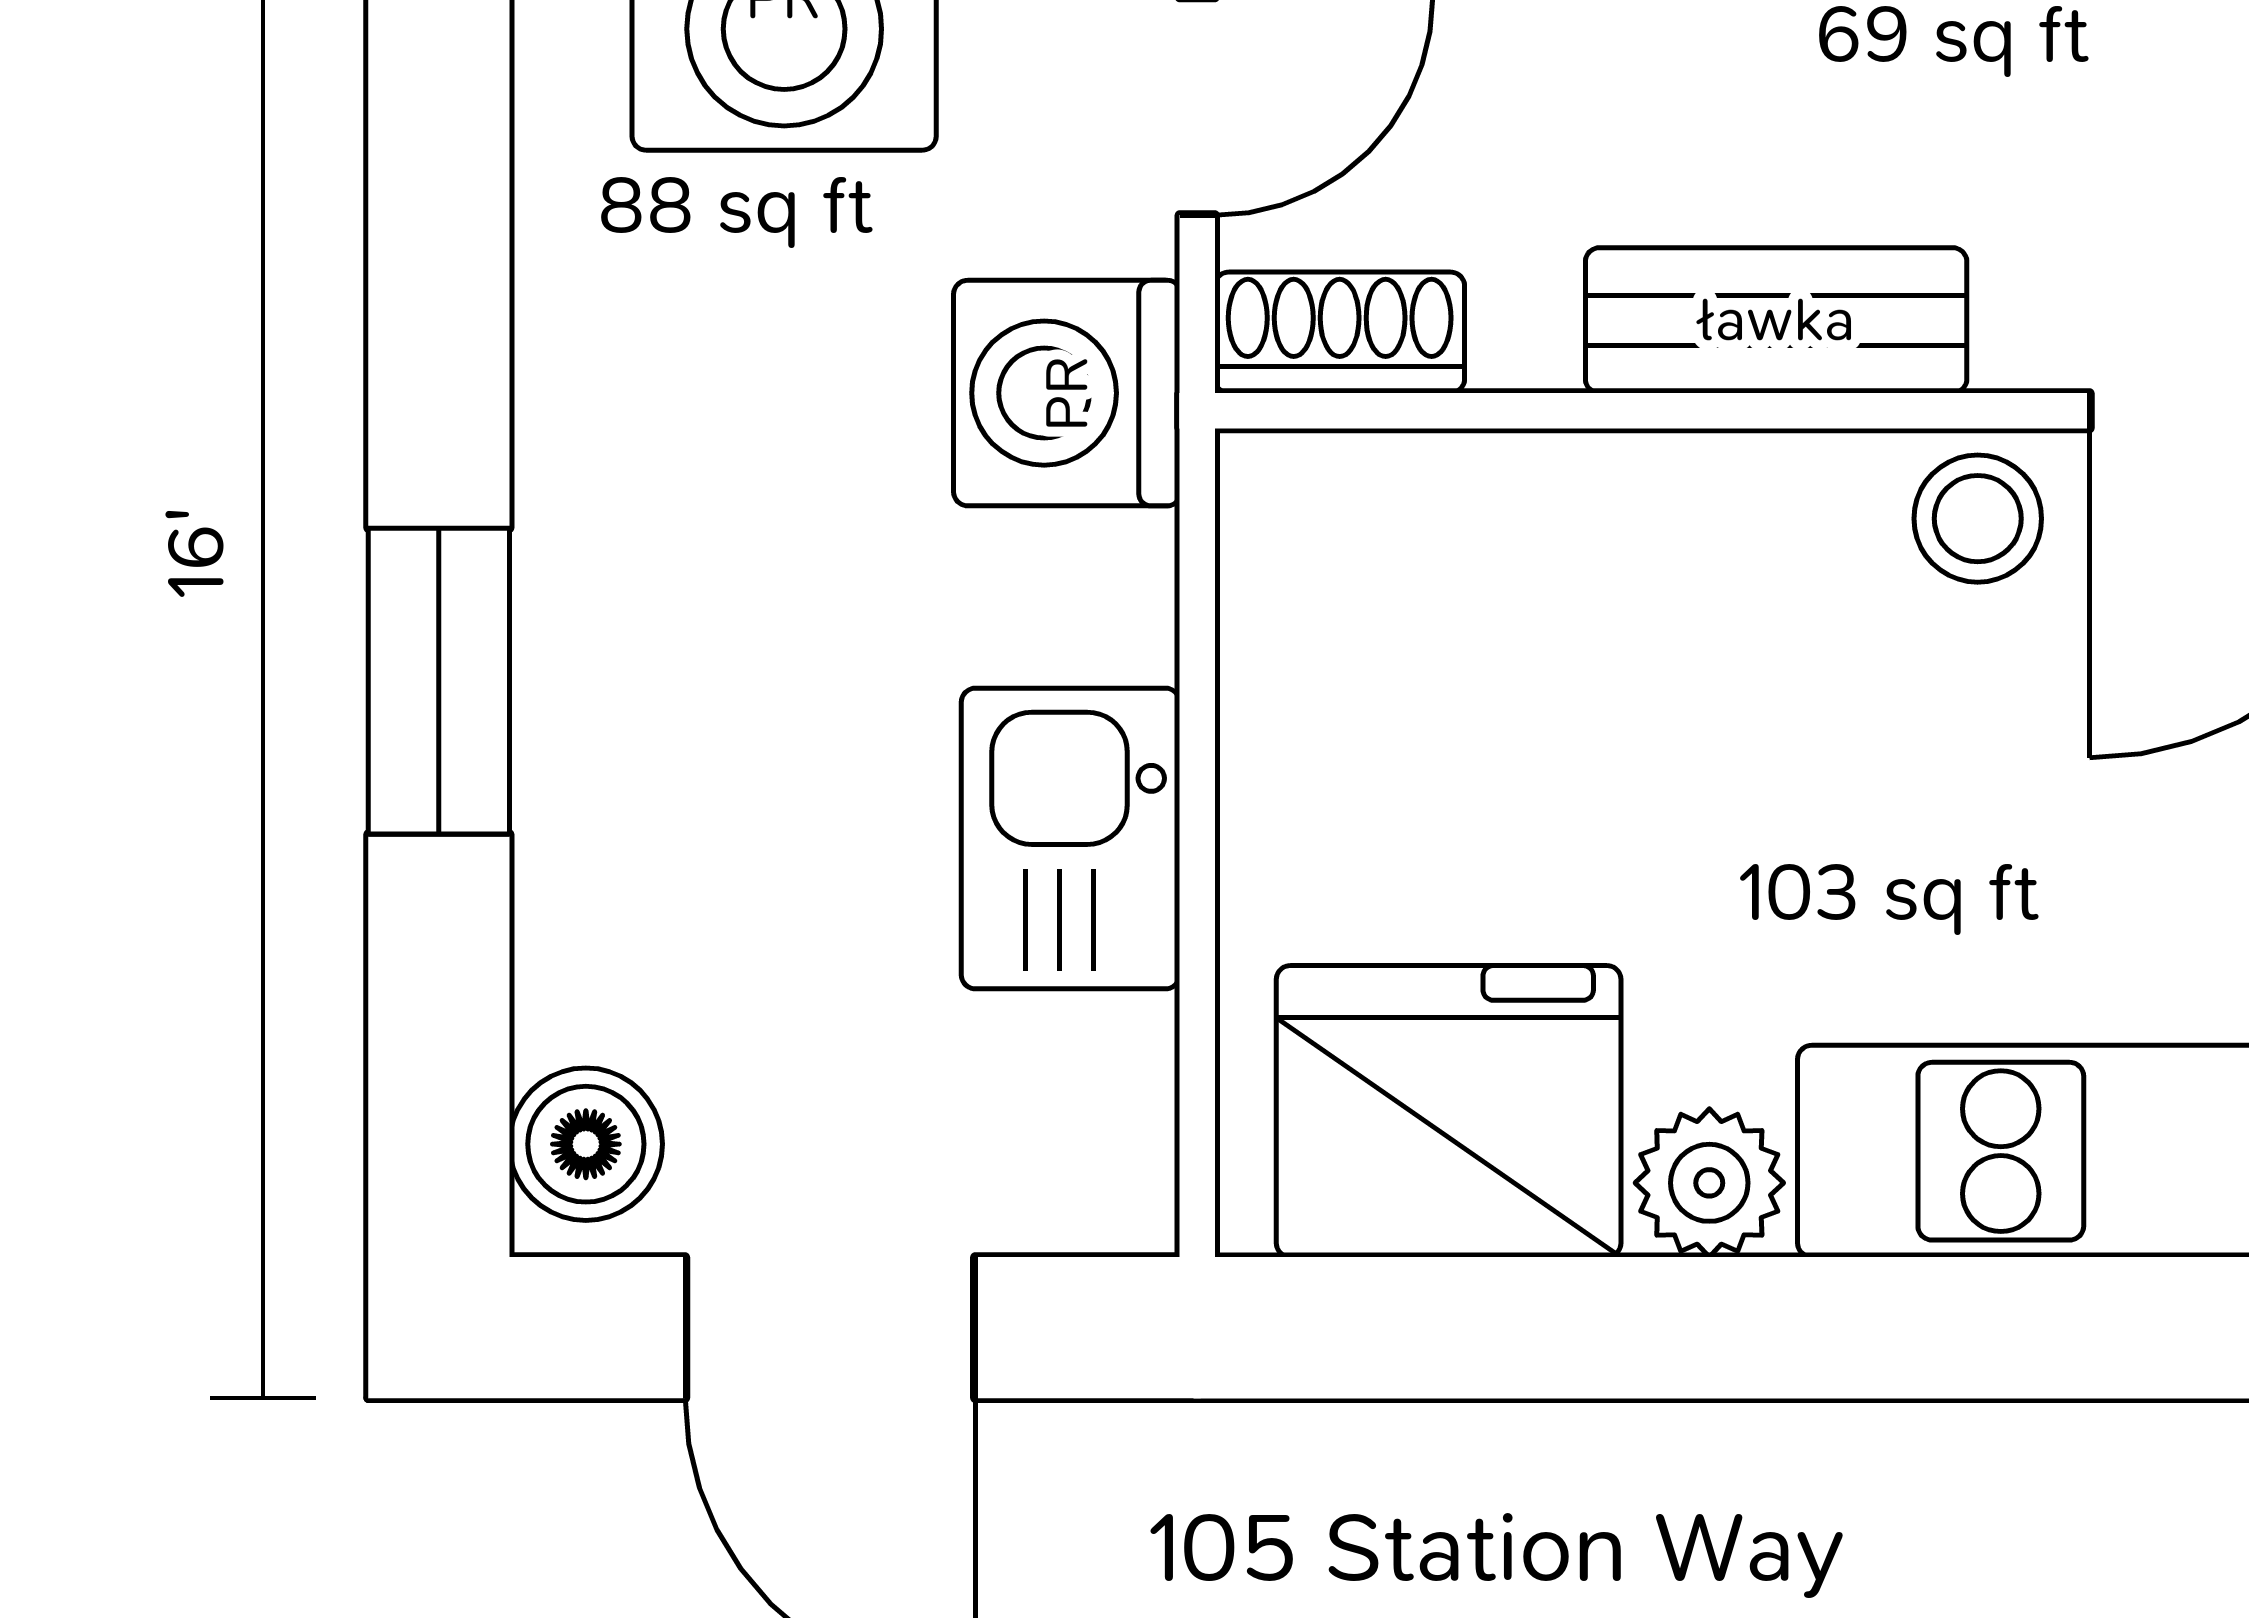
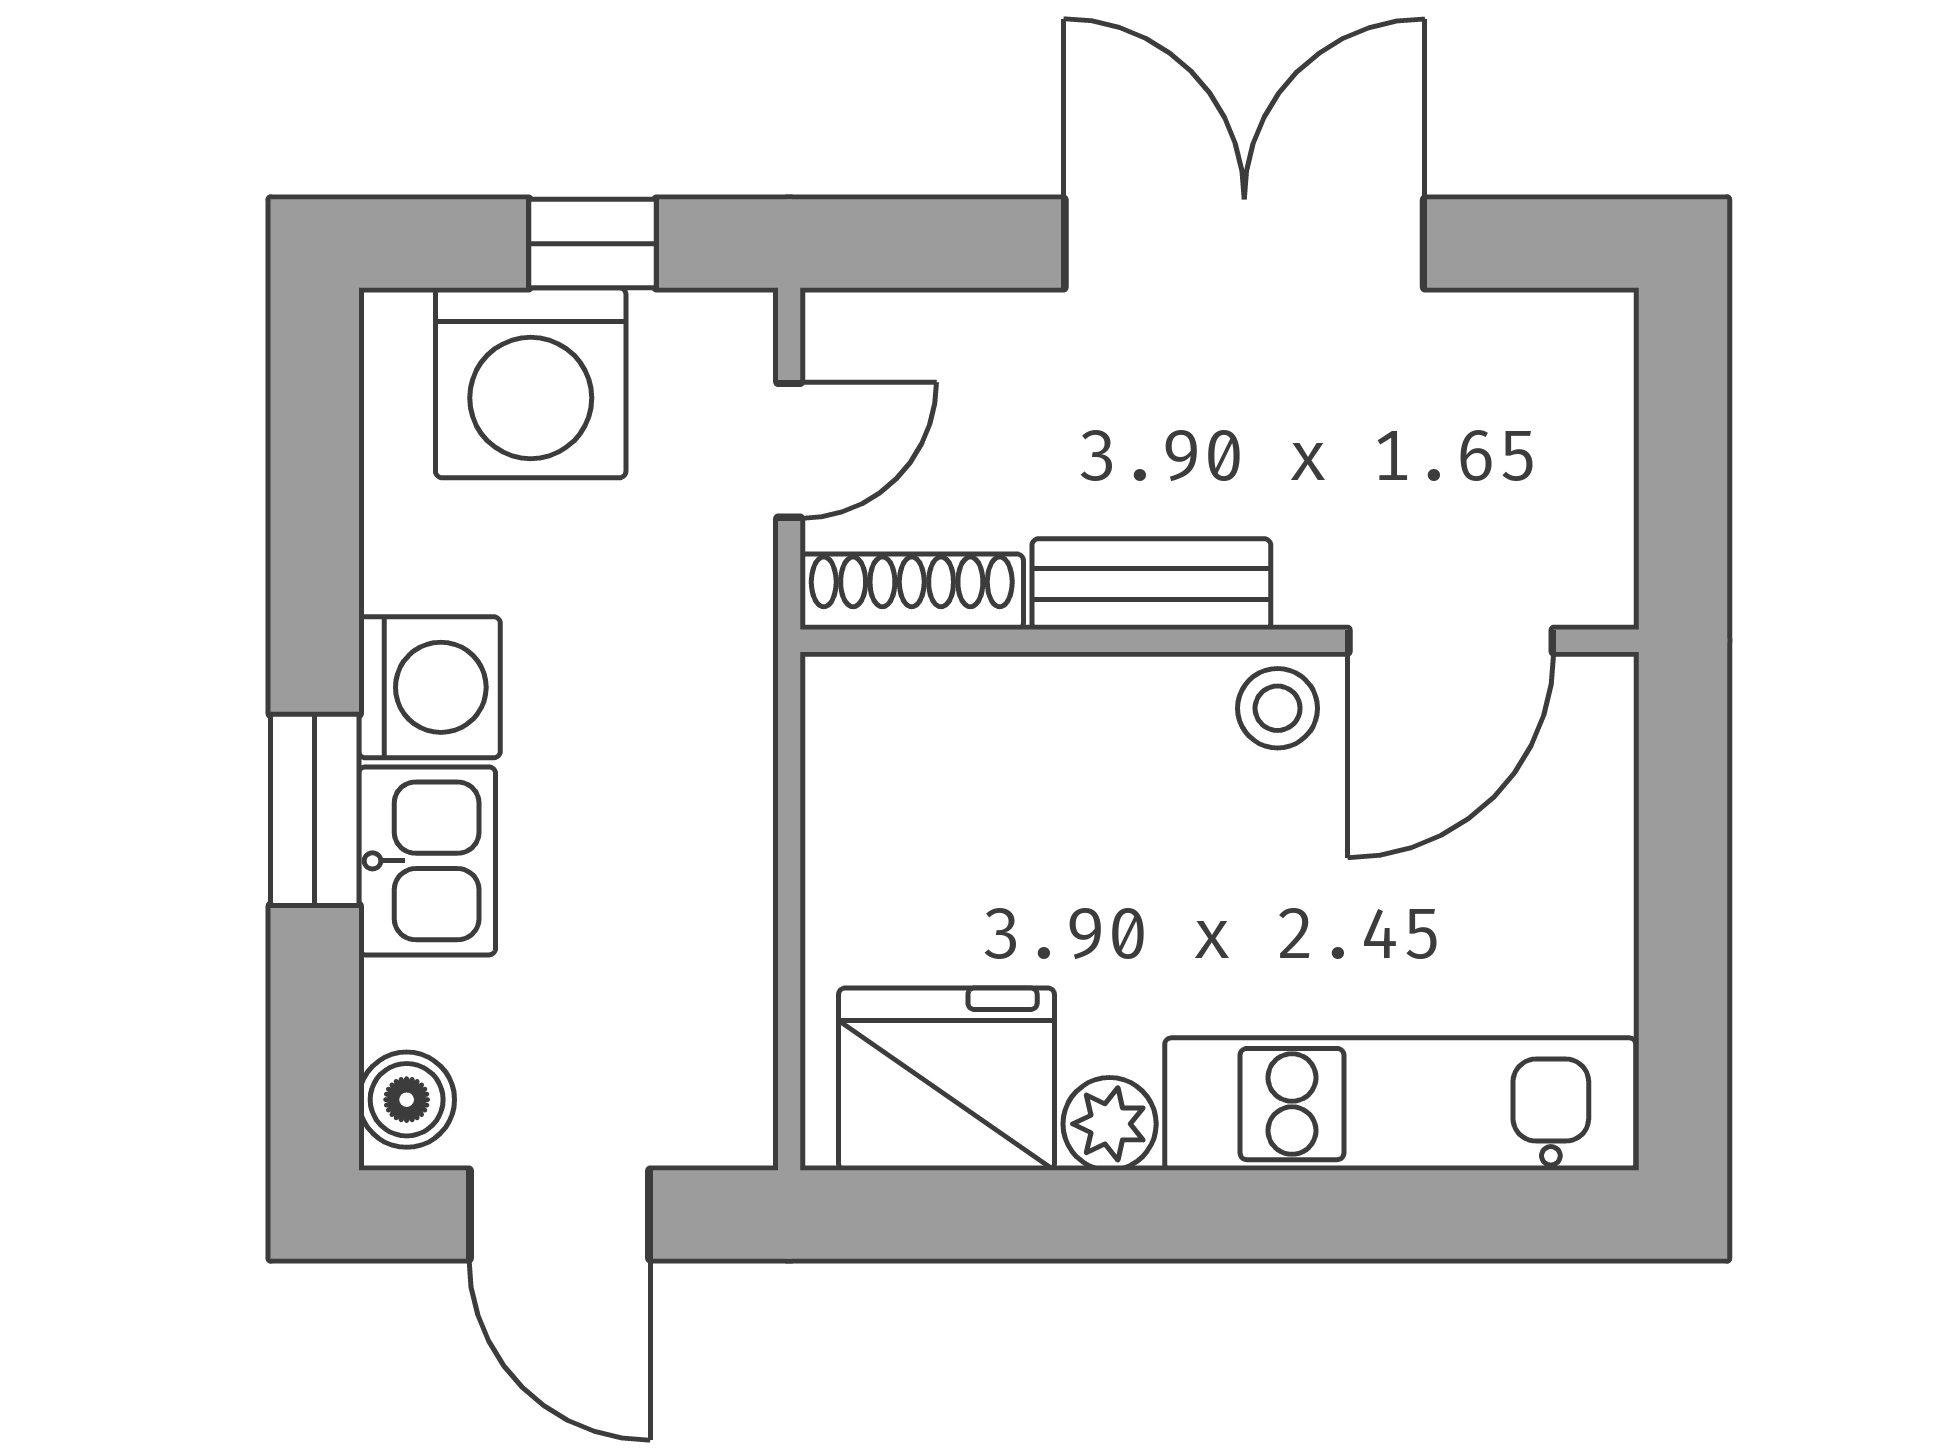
shoe rack: (1340, 332) -> (912, 592), width x1.43
washing machine: (1067, 393) -> (429, 687), moved, turned 180
kitchen sink: (1070, 839) -> (427, 861), moved, turned 180

